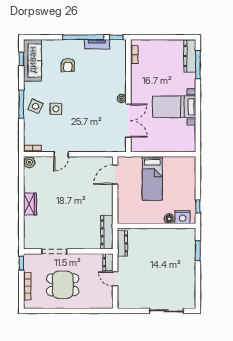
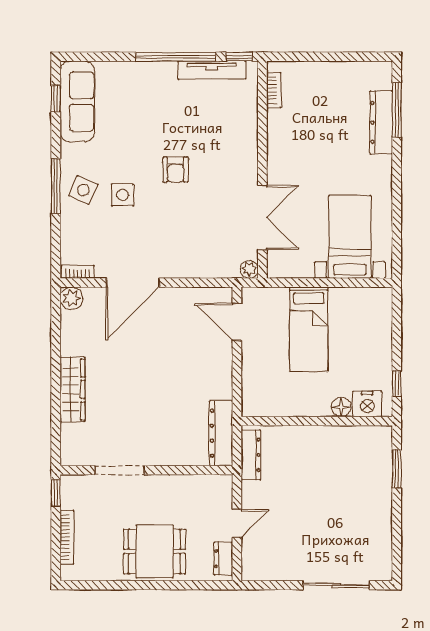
tv unit: (97, 44) -> (212, 70), width x1.41
dresser: (190, 56) -> (381, 122), moved
armchair: (68, 65) -> (176, 170), moved
plant: (122, 99) -> (249, 269), moved
bed with nightstands: (174, 107) -> (350, 237), moved, turned 90
door: (61, 154) -> (133, 283), width x1.88
door: (115, 175) -> (237, 322), hinge flipped
wardrobe: (30, 204) -> (72, 389), width x1.50
dresser: (108, 262) -> (223, 559), moved
door: (115, 279) -> (237, 523), swing flipped
dining table: (63, 285) -> (154, 551), moved

